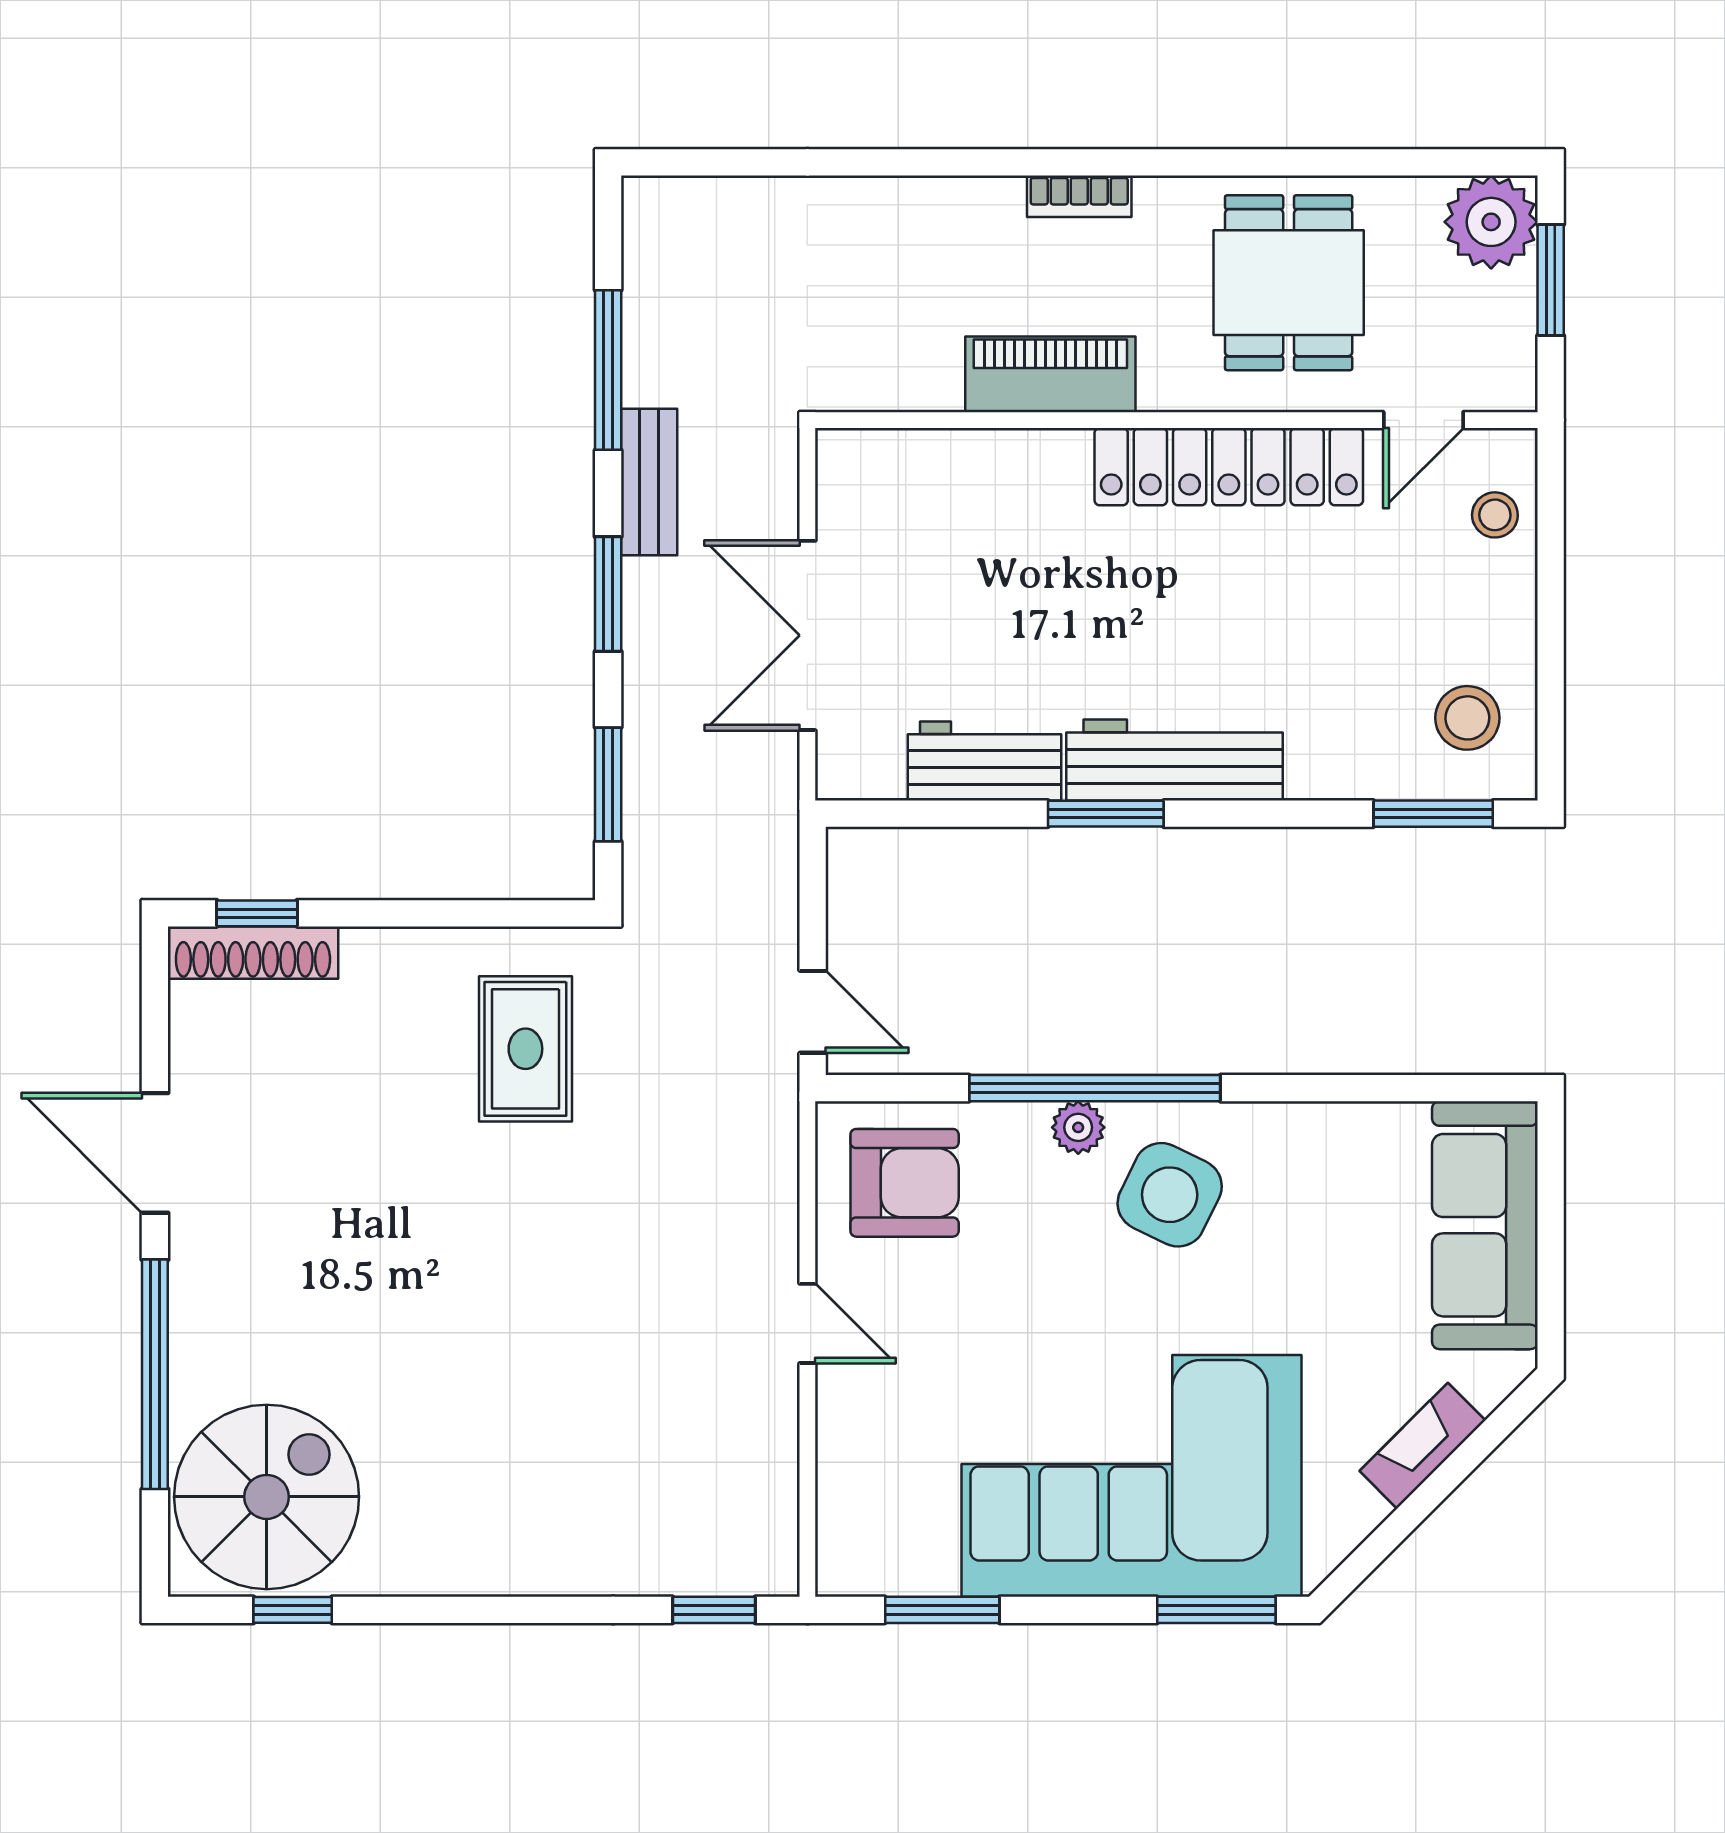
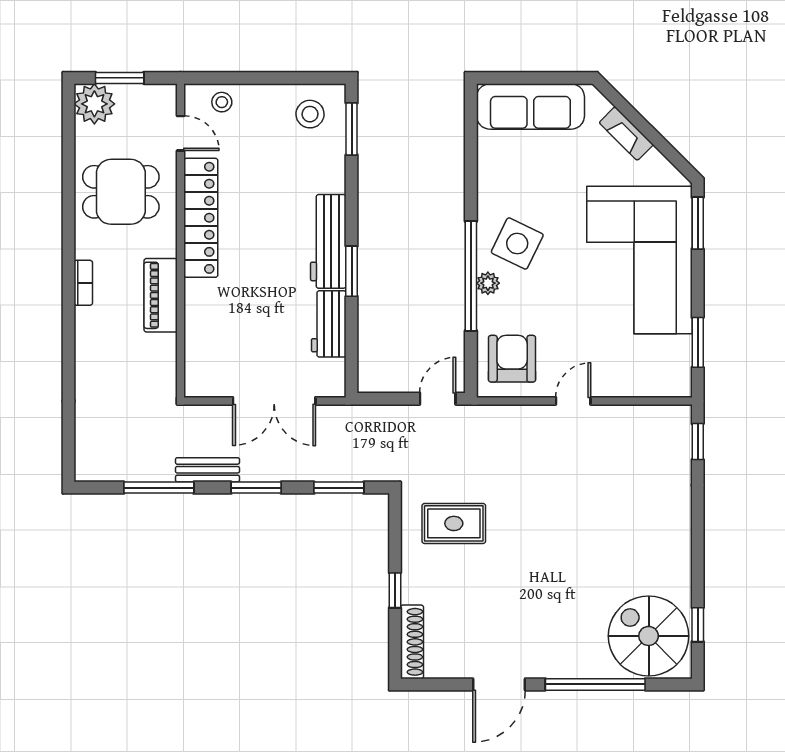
window: (257, 913) -> (395, 590), moved

